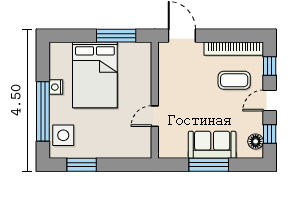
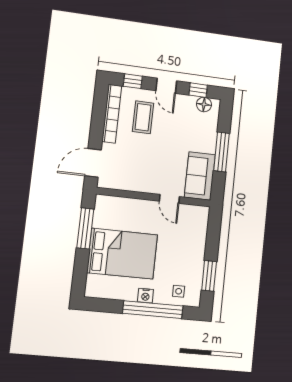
nightstand: (56, 87) -> (145, 296), moved
side table: (63, 135) -> (179, 291), width x0.54, depth x0.54
sofa: (212, 145) -> (200, 176), moved

